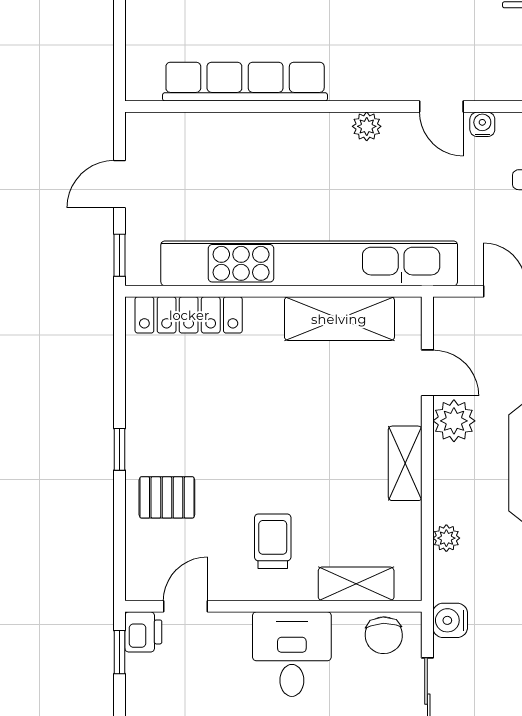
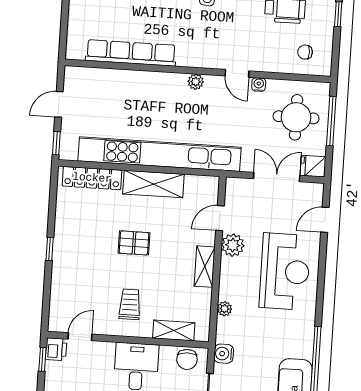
shelving: (339, 319) -> (153, 184), moved
door: (427, 373) -> (220, 218), swing flipped
pallet: (167, 497) -> (134, 243), moved

